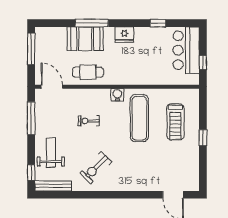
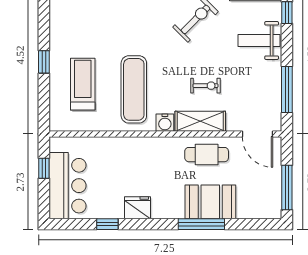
fridge: (124, 35) -> (138, 208), moved
shelving: (92, 96) -> (200, 121), added
weight bench: (51, 153) -> (259, 40), turned 90

